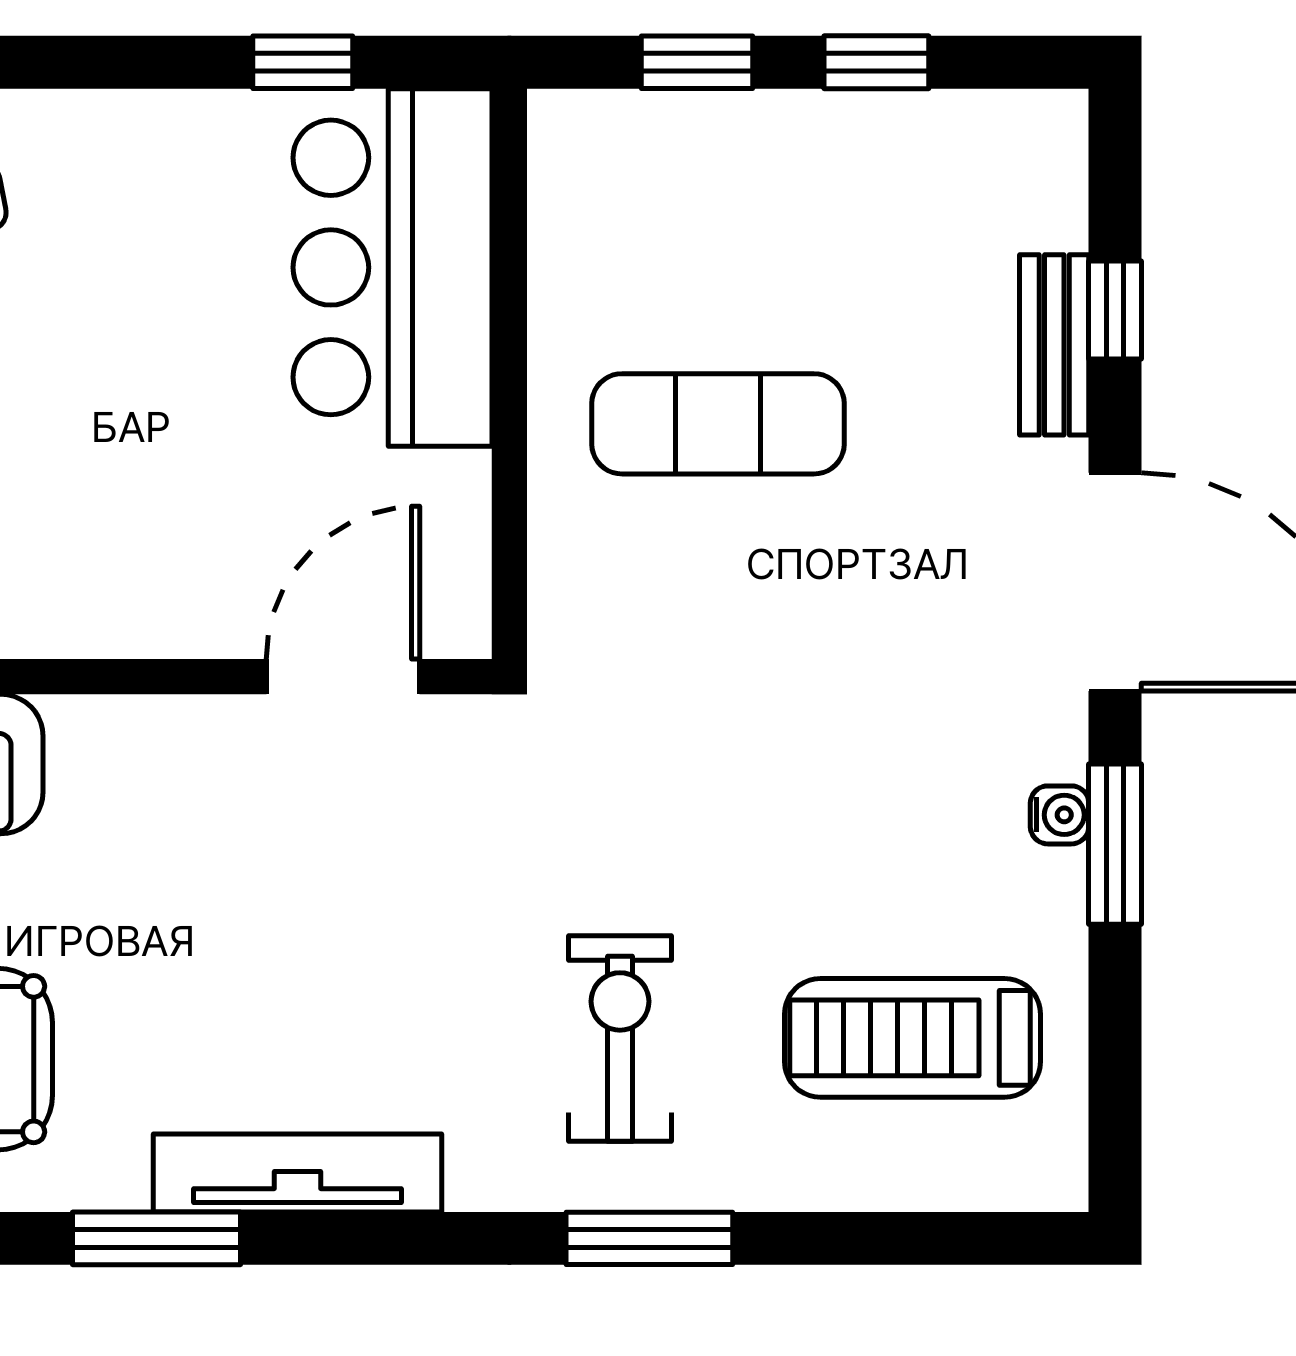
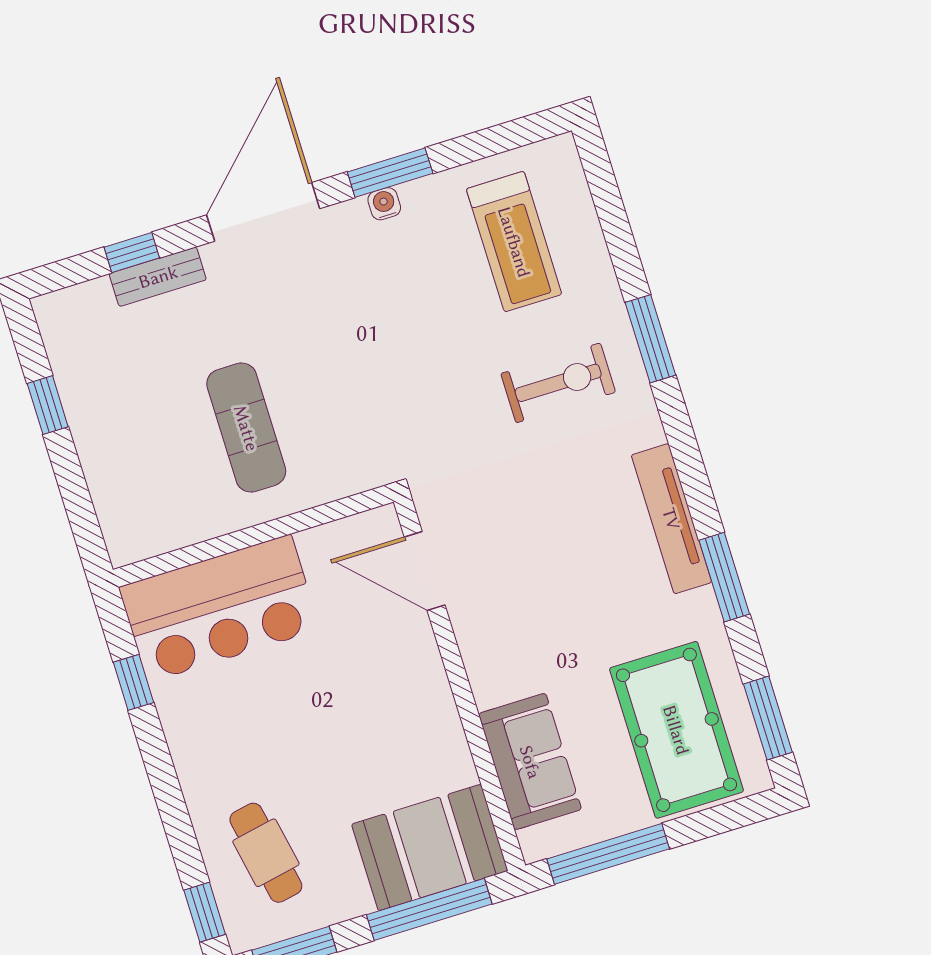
window: (697, 62) -> (74, 492), removed
exercise bike: (620, 1039) -> (558, 383), turned 180

